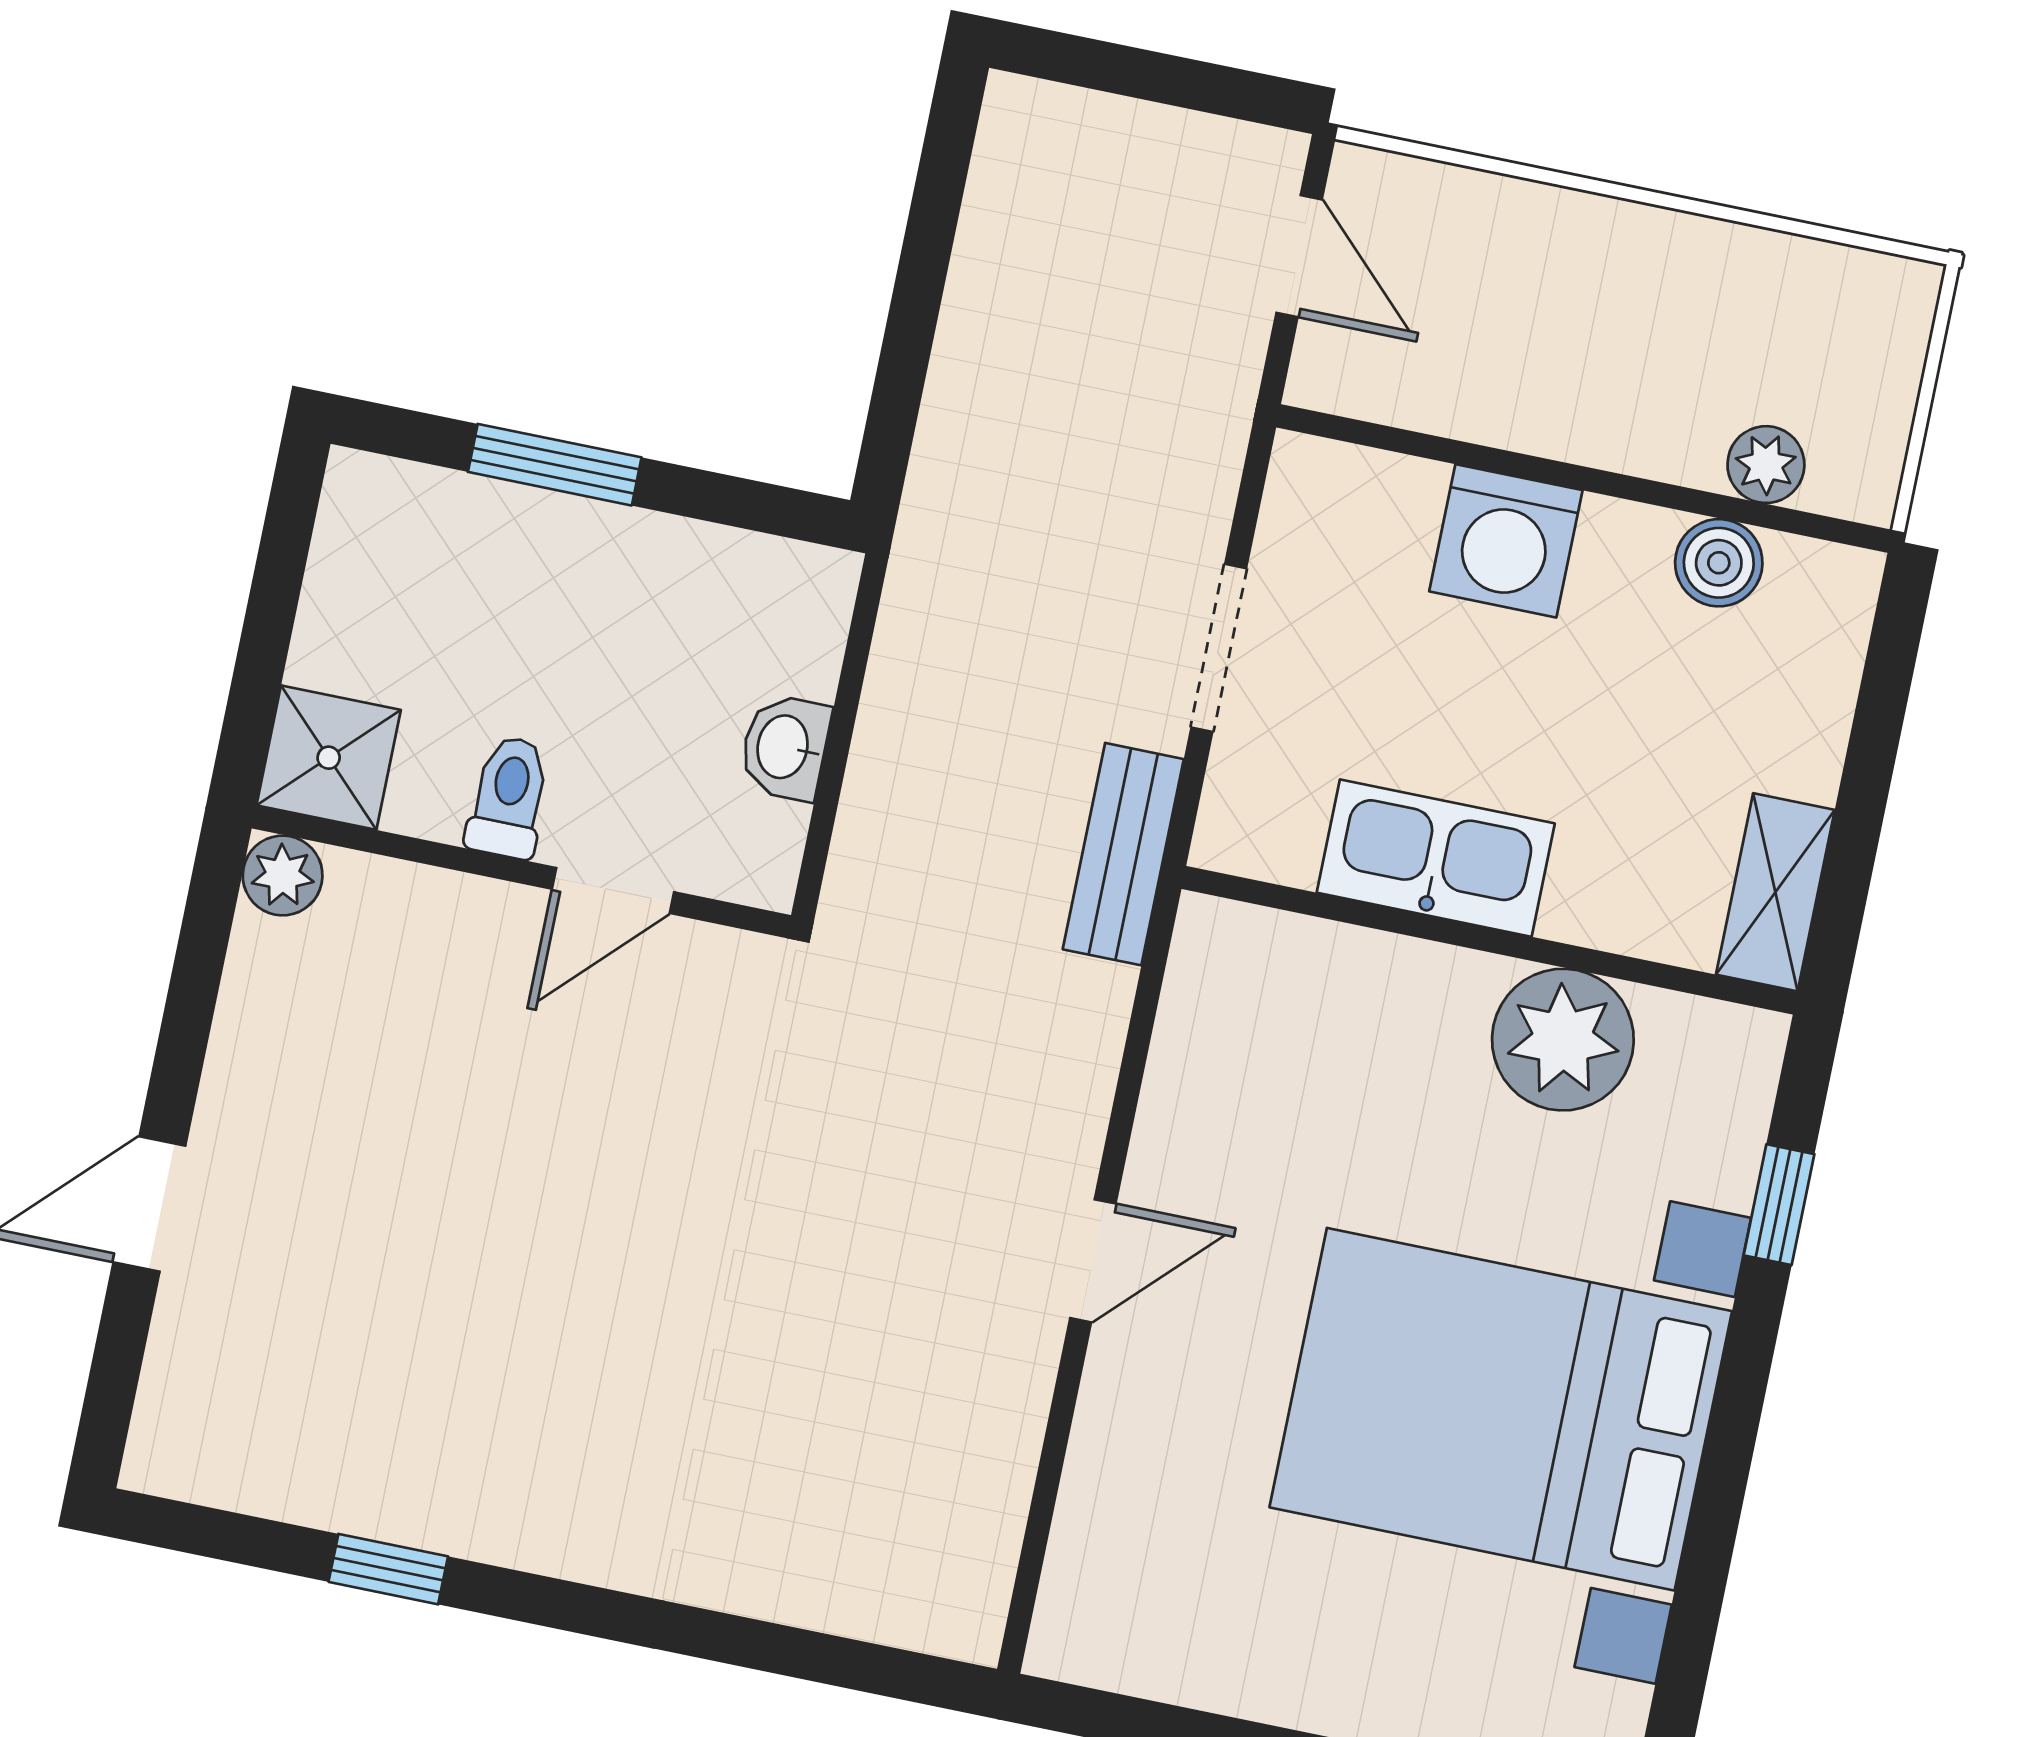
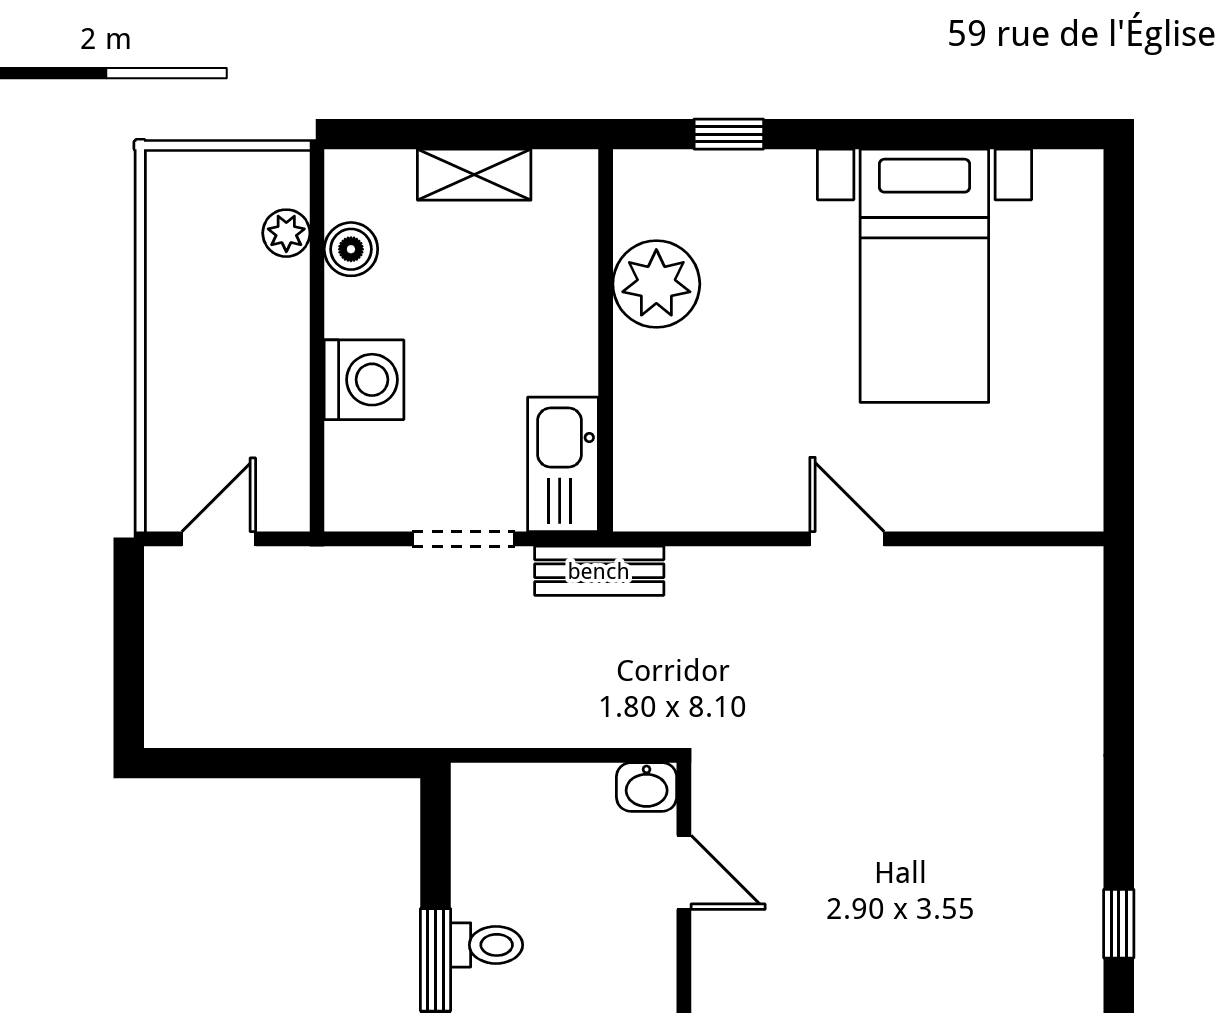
washbasin: (785, 747) -> (647, 787), moved
toilet: (509, 797) -> (487, 945), moved, turned 180
kitchen sink: (1436, 858) -> (563, 464), moved
shelving: (1775, 892) -> (474, 175), moved
bed with nightstands: (1501, 1409) -> (924, 276), width x0.73

